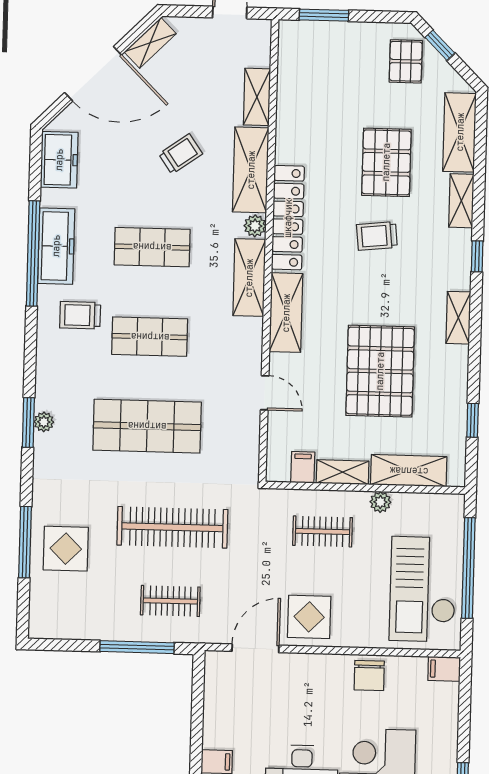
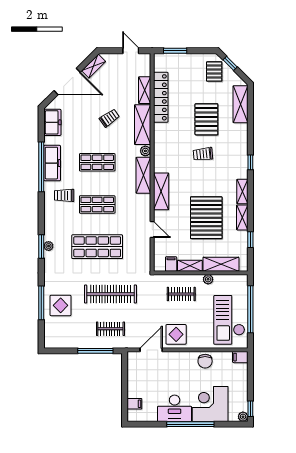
shelving: (461, 201) -> (242, 217), moved
locker: (288, 218) -> (161, 97), moved

